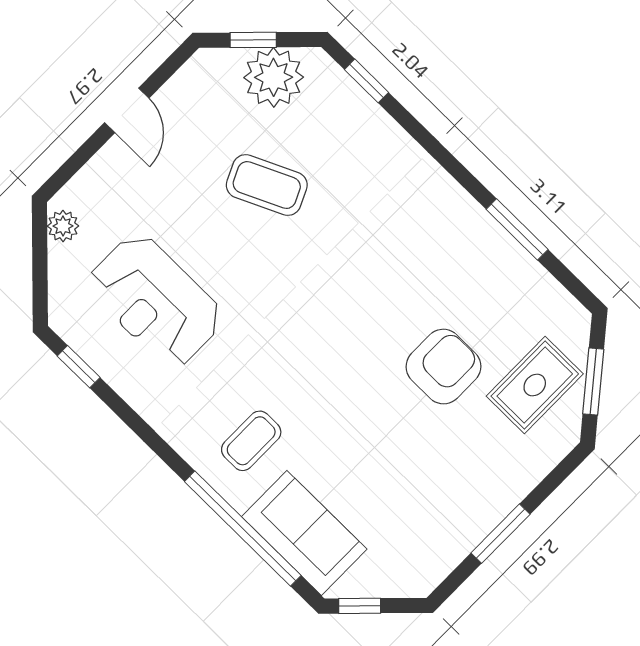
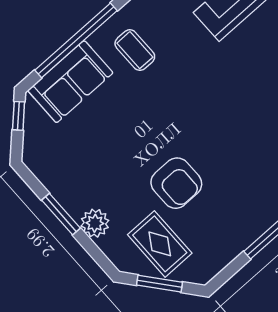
plant: (511, 483) -> (95, 223), added

